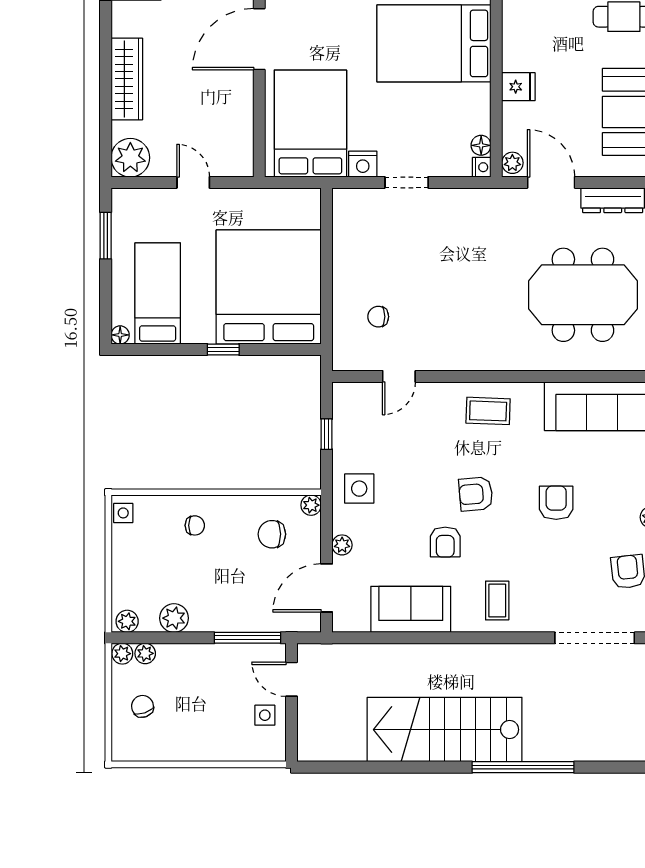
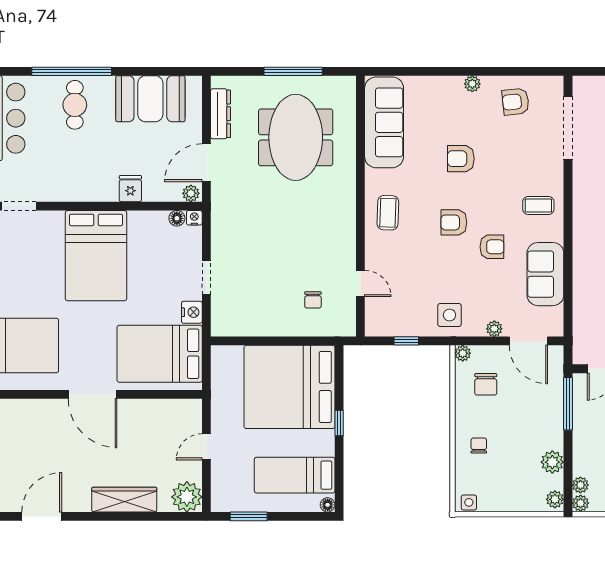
armchair: (476, 494) -> (454, 222), turned 95

